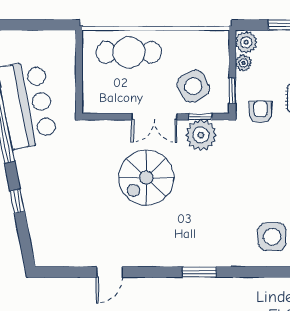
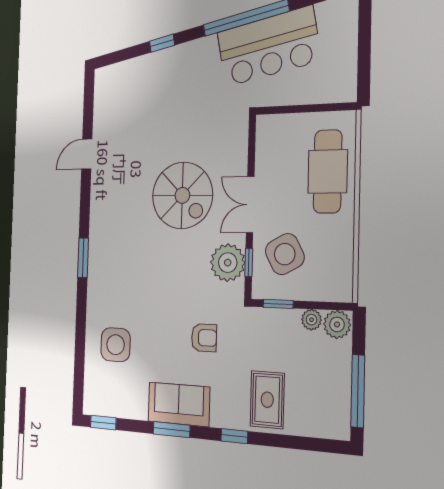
armchair: (260, 112) -> (204, 338), moved
spiral stairs: (146, 178) -> (182, 195), turned 180
door: (109, 272) -> (87, 154), hinge flipped

